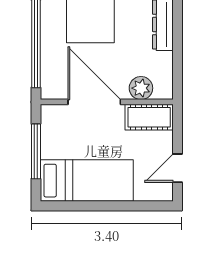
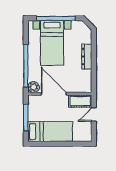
plant: (141, 88) -> (34, 87), moved
door: (177, 168) -> (94, 114), moved

